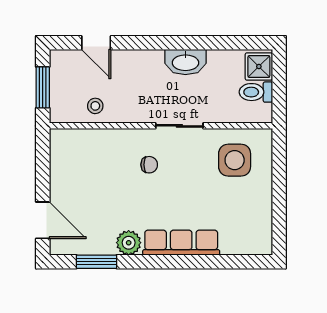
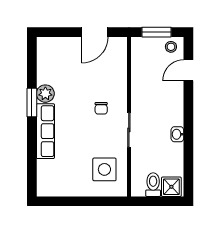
washbasin: (185, 62) -> (177, 134), width x0.52, depth x0.69
stool: (95, 106) -> (171, 47), moved
door: (43, 220) -> (95, 32), moved
window: (97, 262) -> (32, 102), moved

